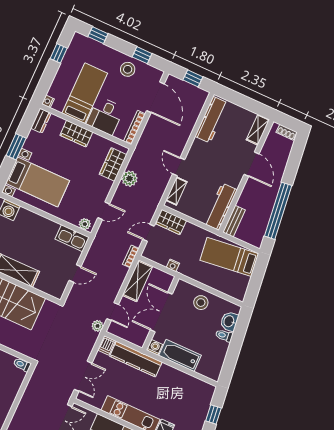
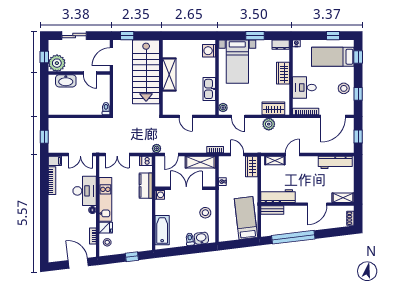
bed: (85, 93) -> (333, 57), moved, turned 180
kitchen sink: (72, 238) -> (209, 89), moved
bathtub: (180, 355) -> (162, 230), moved
kitchen counter: (136, 359) -> (146, 186), width x0.67

